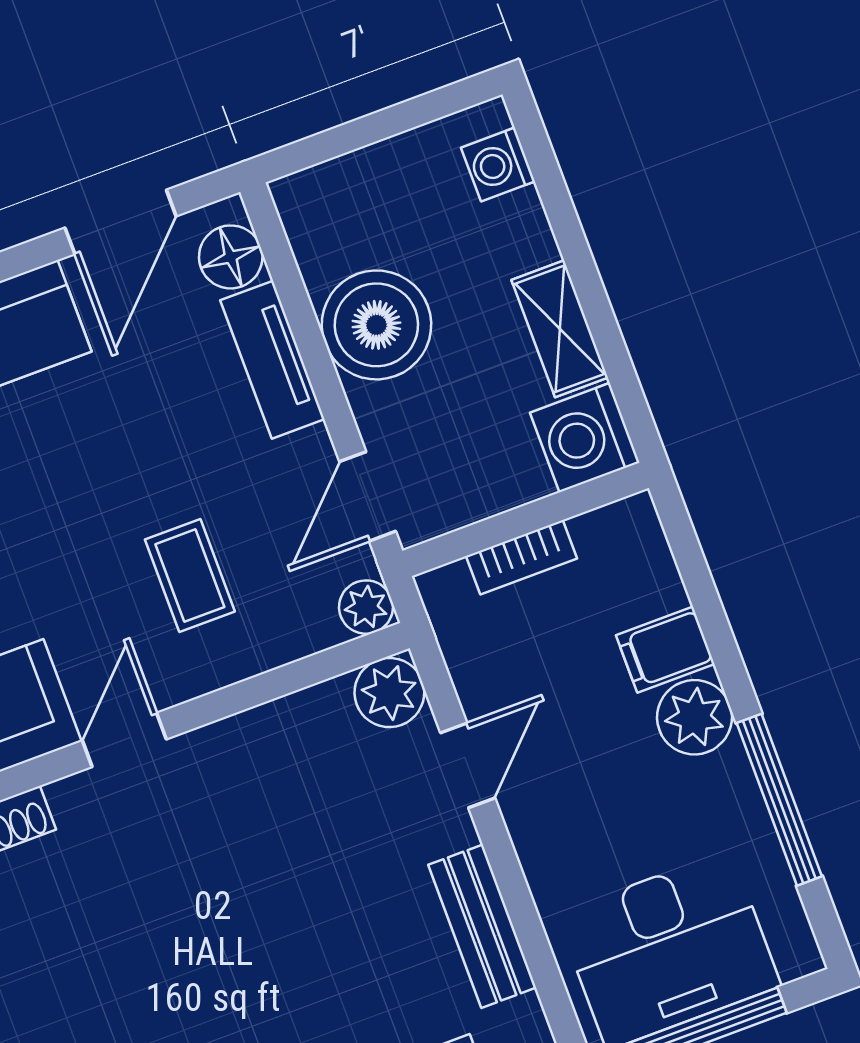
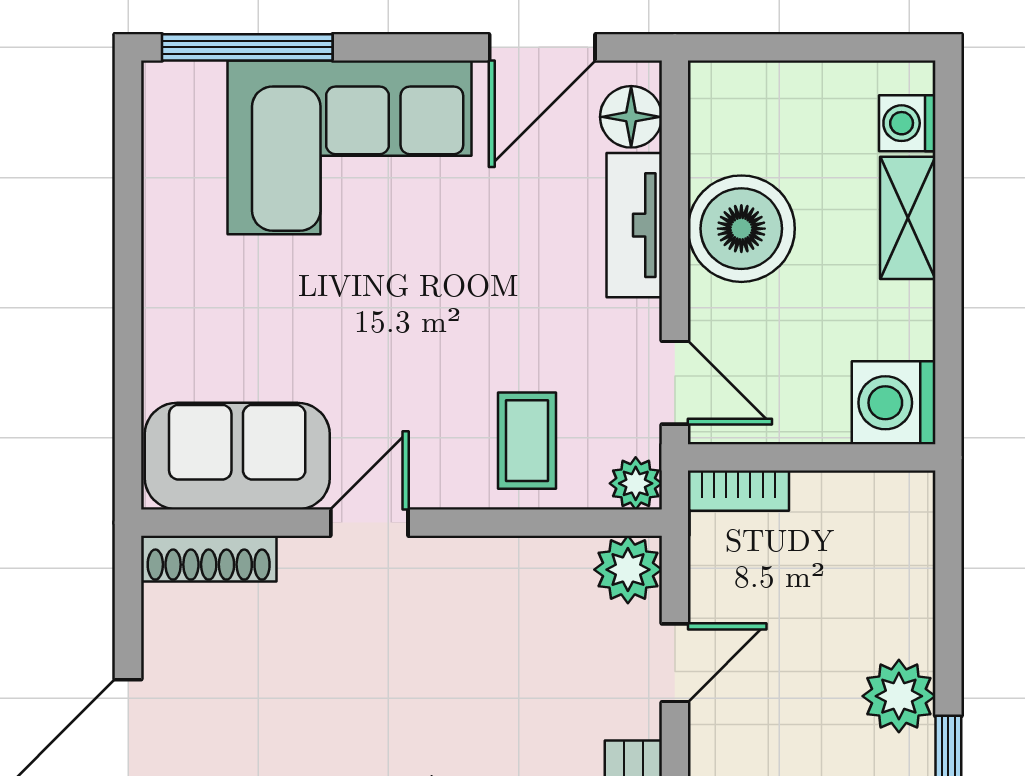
shelving: (560, 329) -> (908, 218), moved
door: (368, 496) -> (675, 383), swing flipped
bookcase: (521, 557) -> (738, 491), moved
coffee table: (190, 576) -> (527, 441), moved
filing cabinet: (665, 650) -> (895, 624), removed

